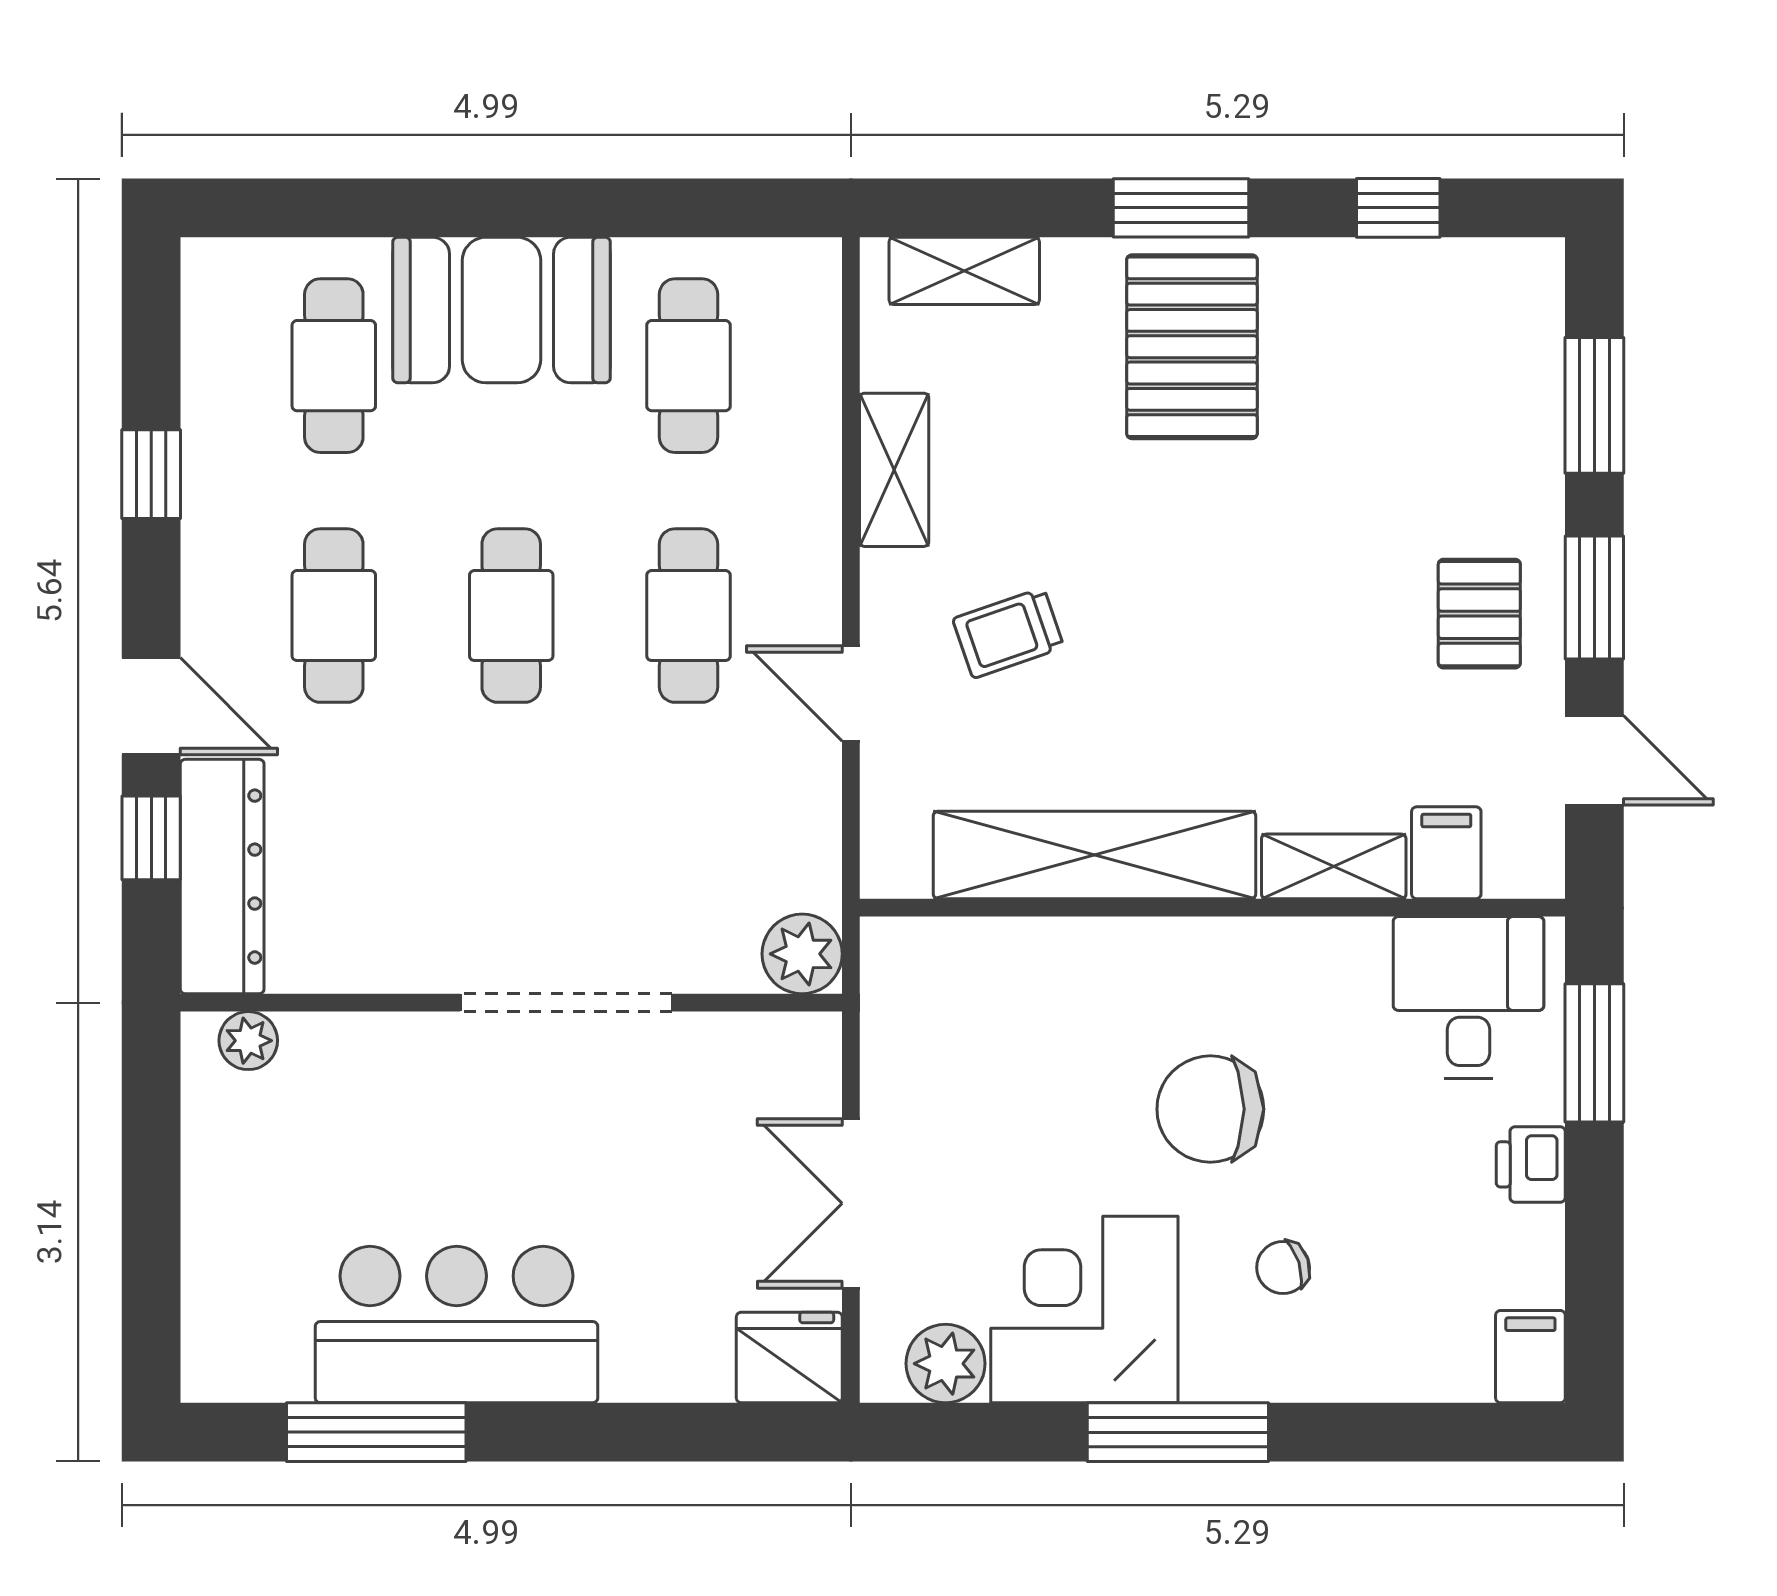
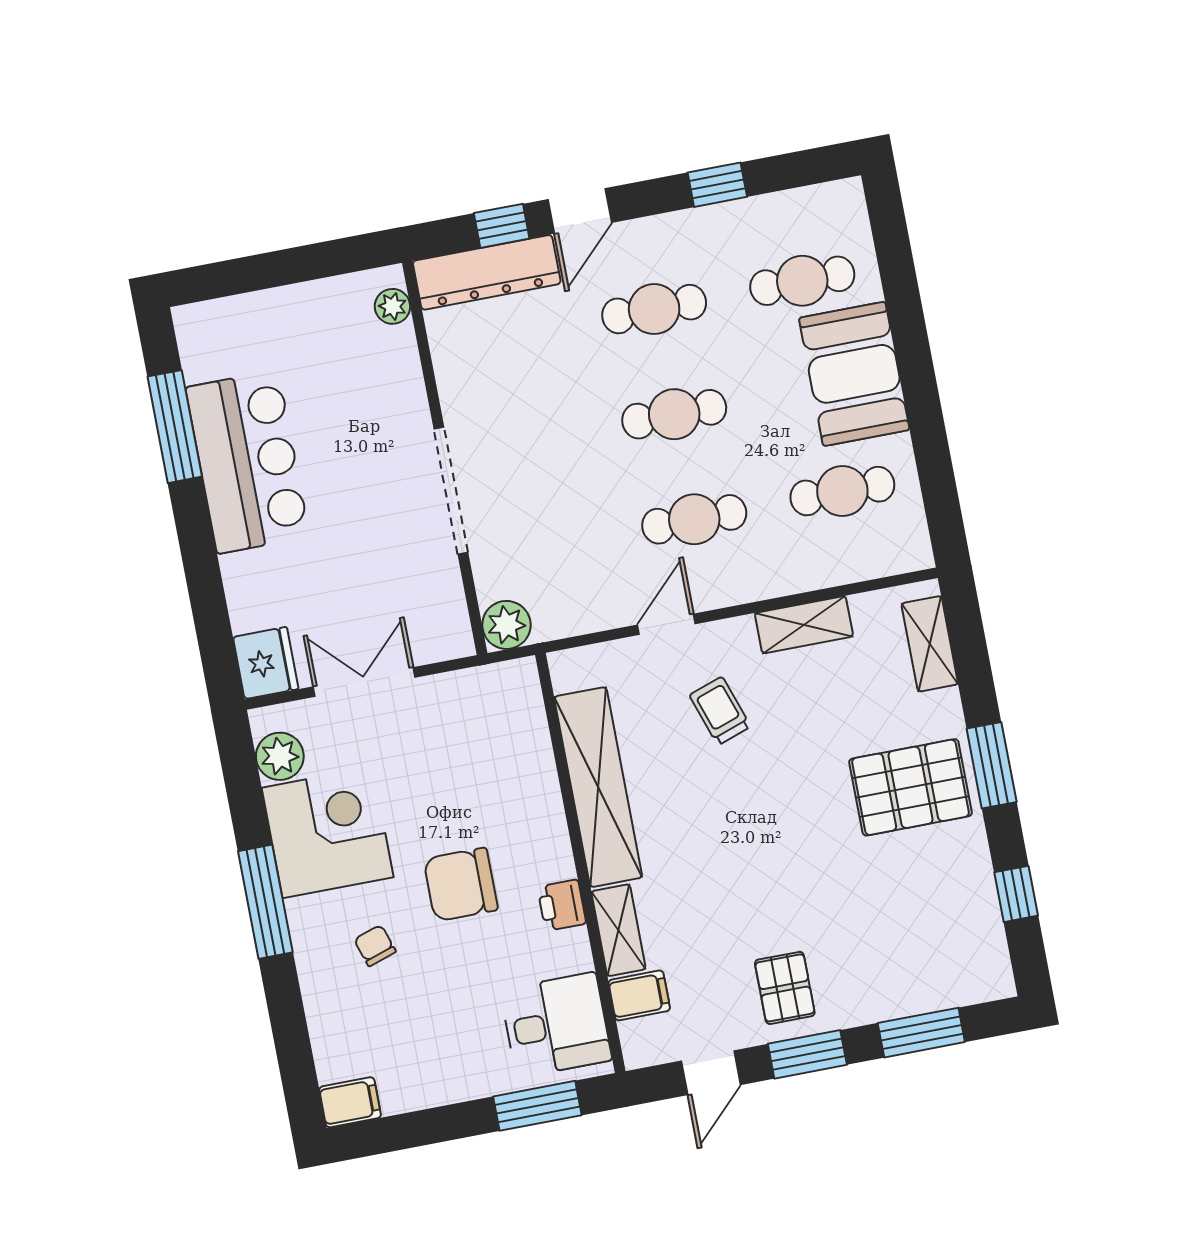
pallet: (1479, 614) -> (785, 988), turned 90
chair: (1210, 1109) -> (461, 884), turned -90
printer: (1531, 1164) -> (562, 905), moved, turned -90

